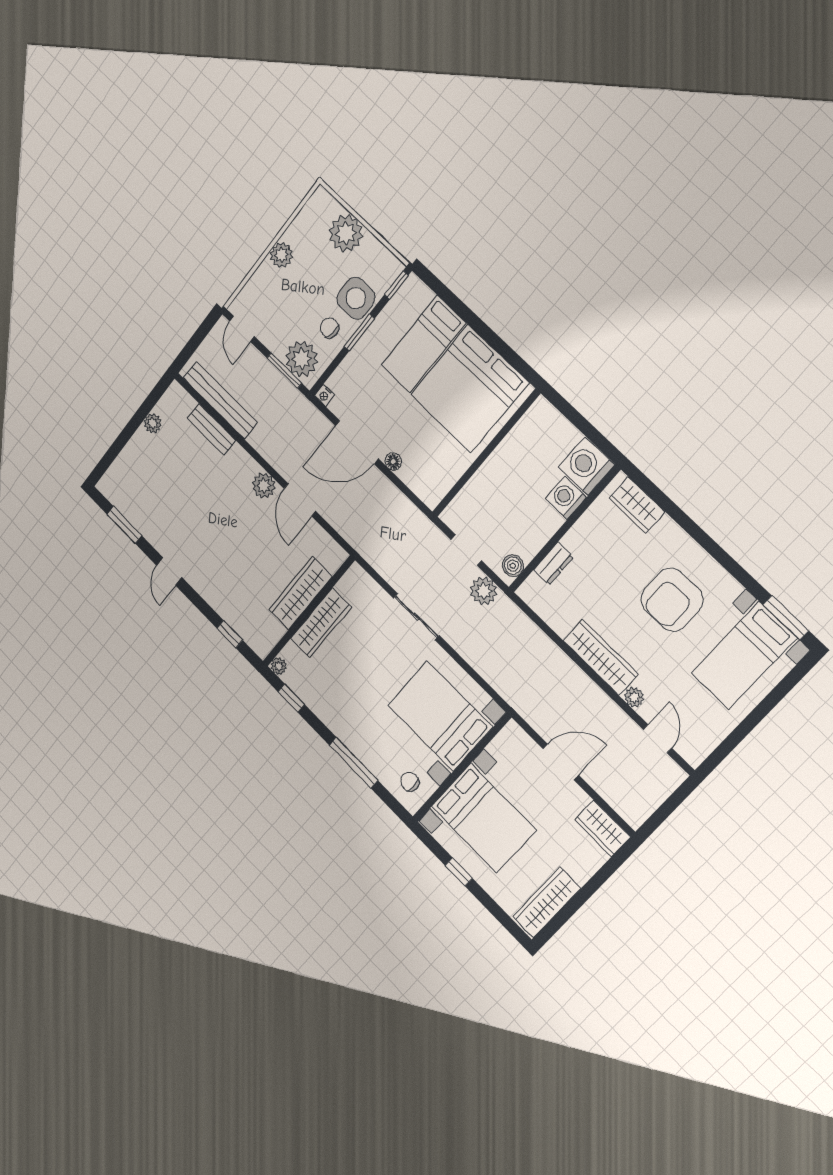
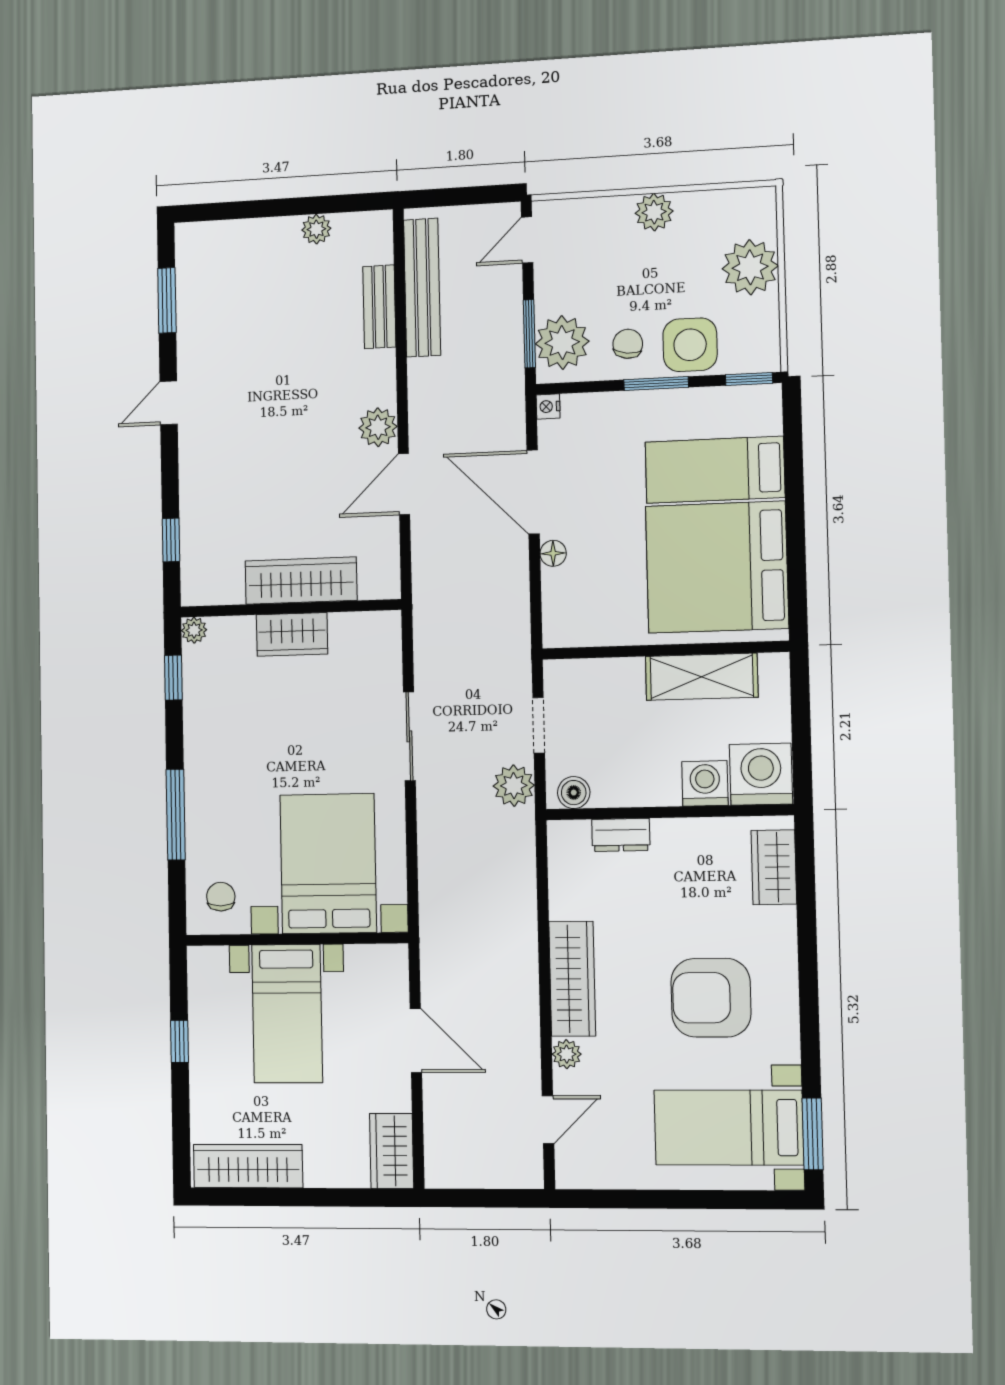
shelving: (514, 448) -> (702, 677), added
wardrobe: (321, 623) -> (292, 634), width x0.67
bed with nightstands: (483, 818) -> (287, 1014), width x0.73

